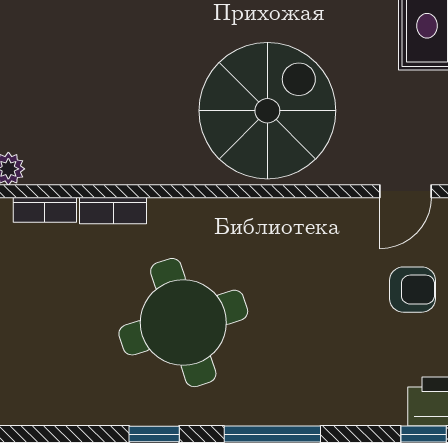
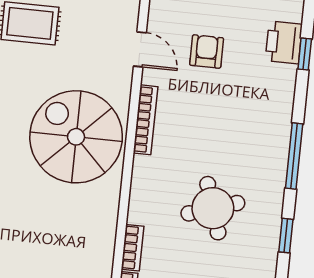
bookcase: (303, 210) -> (145, 120), added
round table: (183, 323) -> (213, 208), width x0.73, depth x0.73

